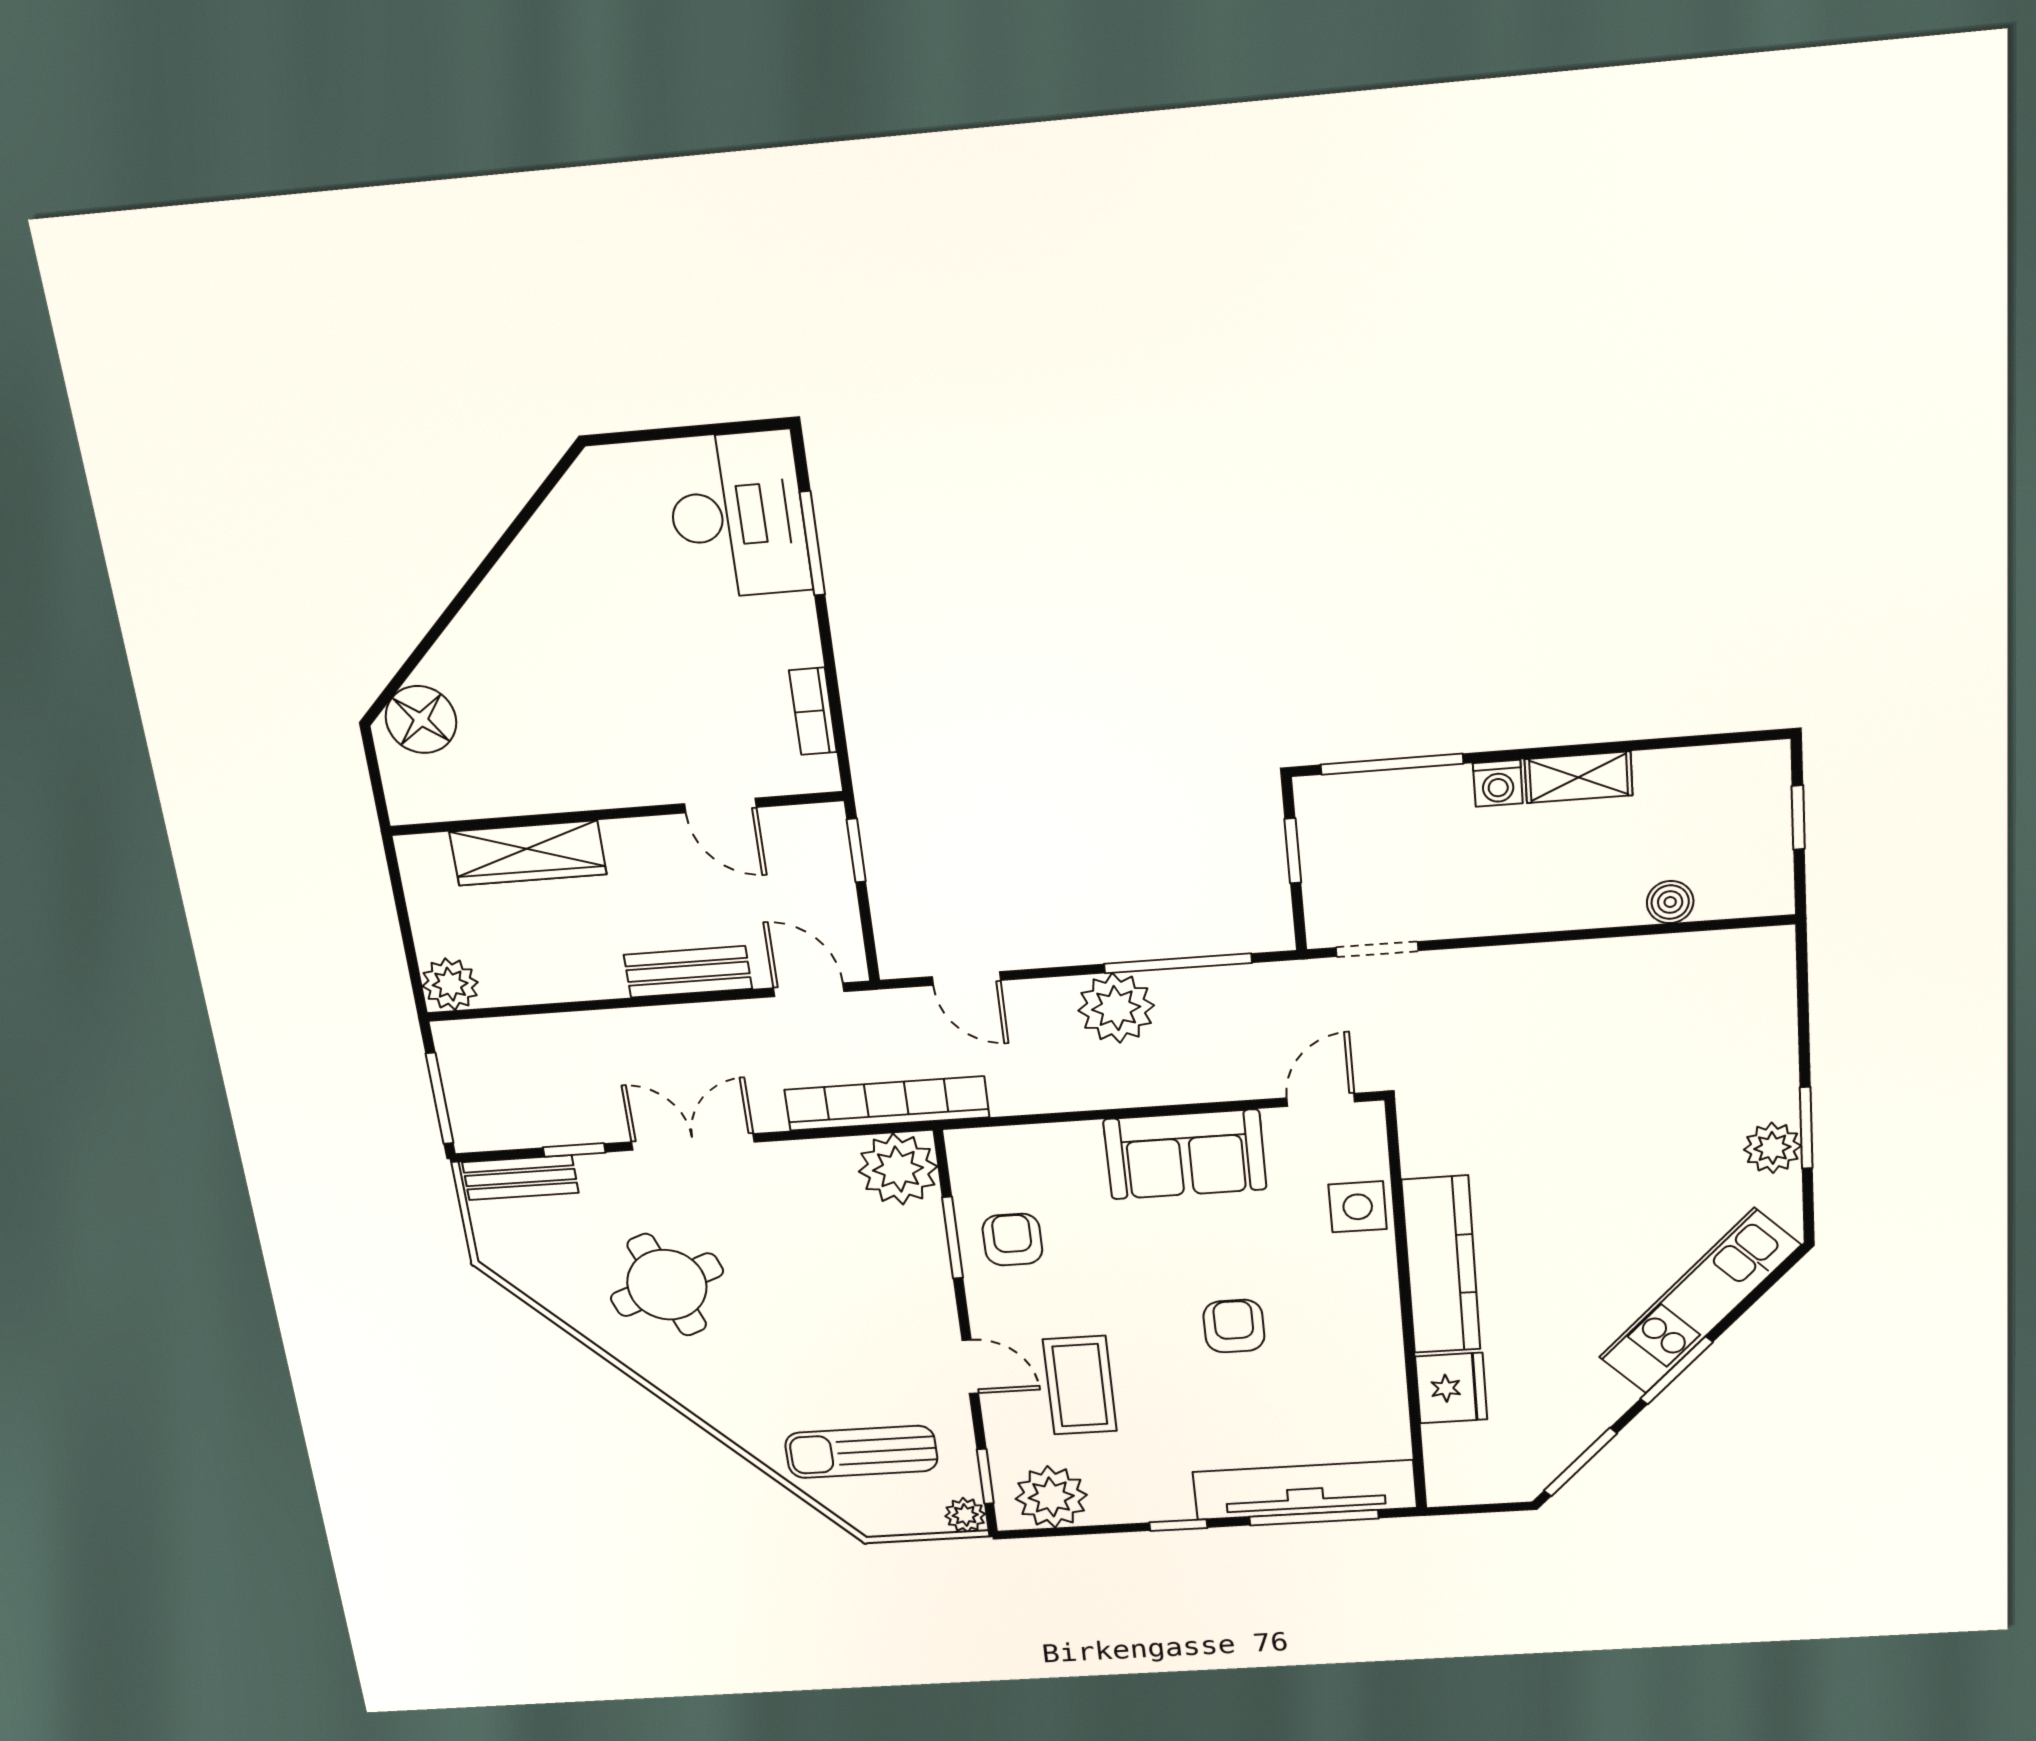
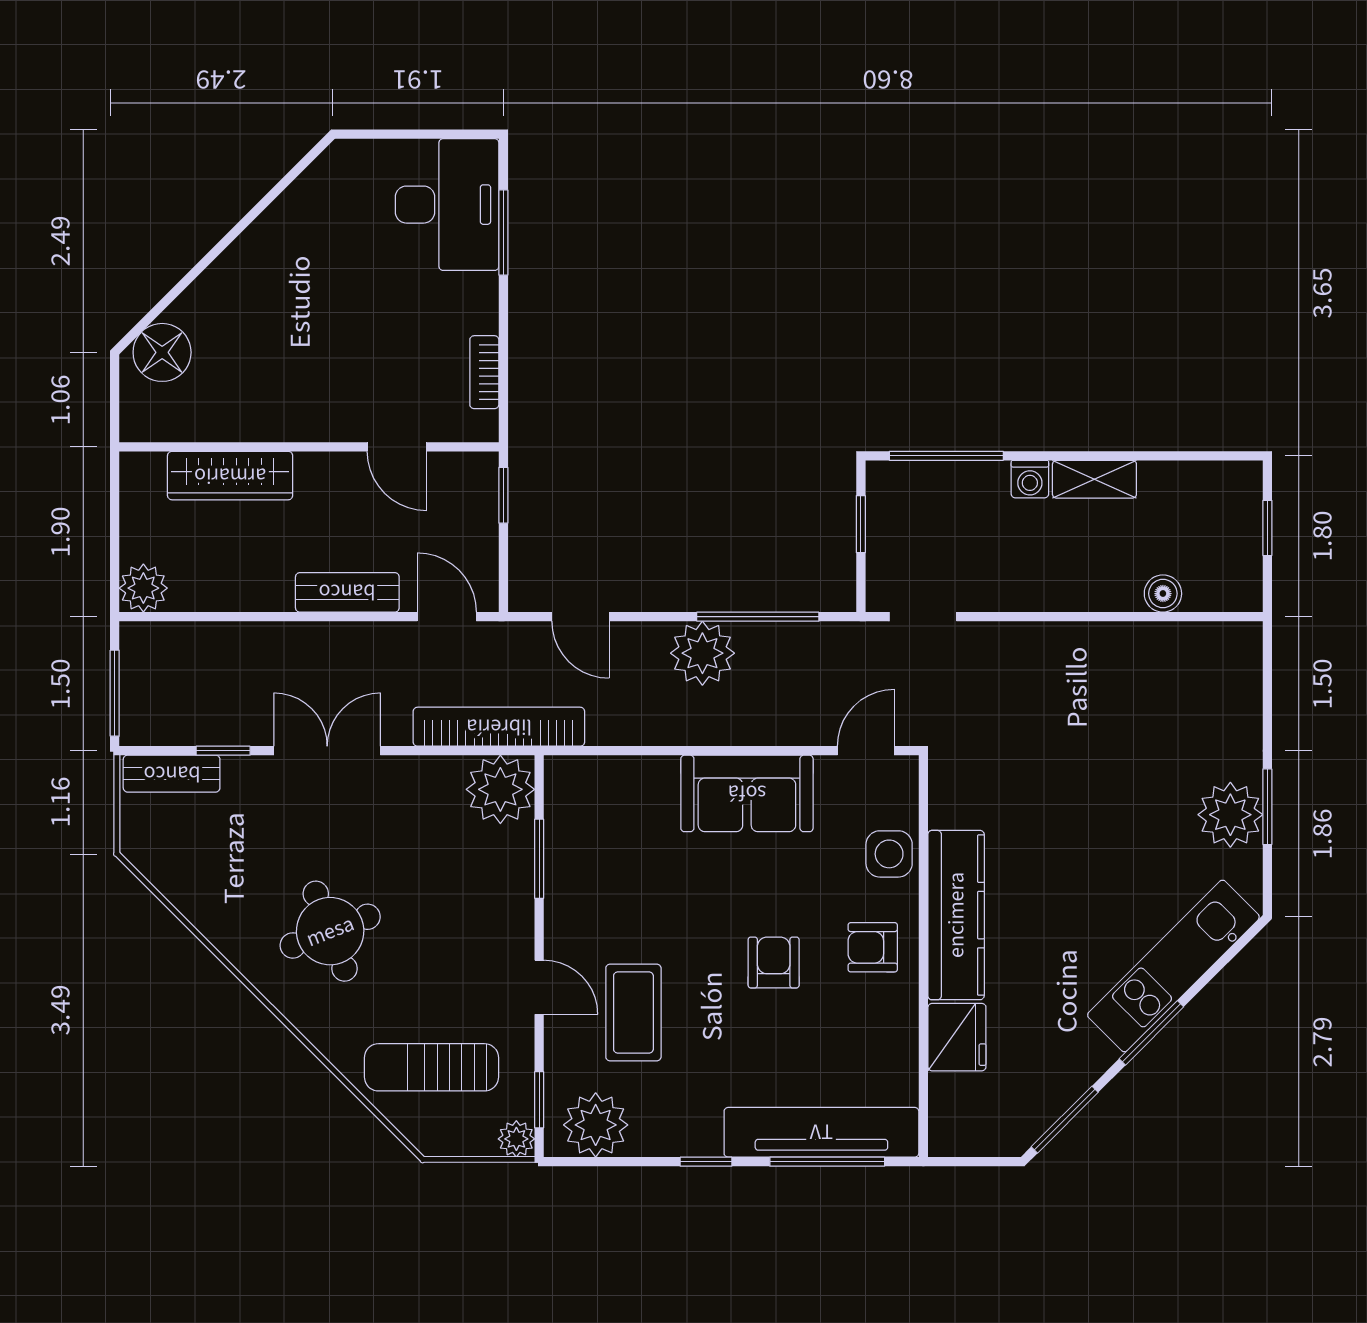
plant: (1772, 1148) -> (1230, 815), width x1.36, depth x1.36
armchair: (1012, 1240) -> (873, 947), moved, turned -90
round table: (667, 1285) -> (330, 931), moved

